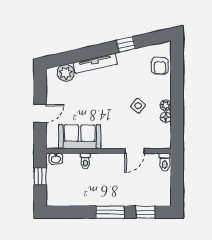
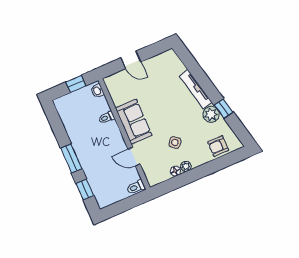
plant: (66, 73) -> (211, 114), moved
sofa: (80, 137) -> (134, 122), moved

